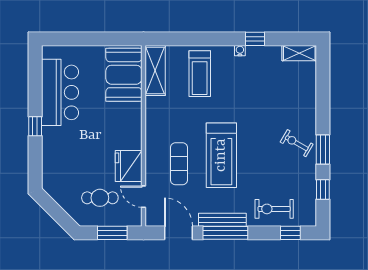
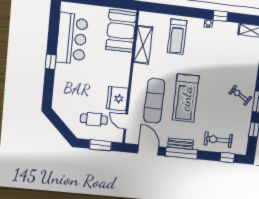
shelving: (155, 71) -> (143, 45), moved
exercise mat: (179, 164) -> (154, 101), width x1.36, depth x1.45
bench: (222, 220) -> (181, 144), width x0.73

